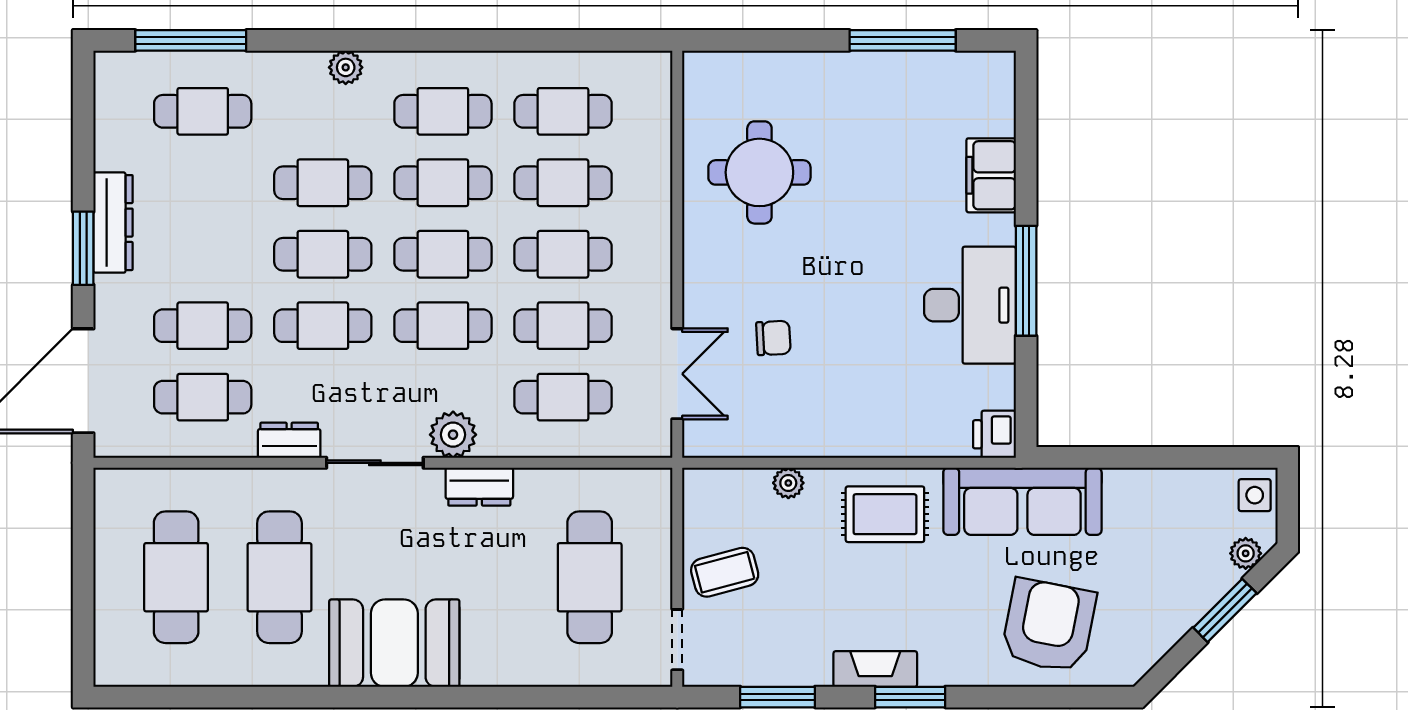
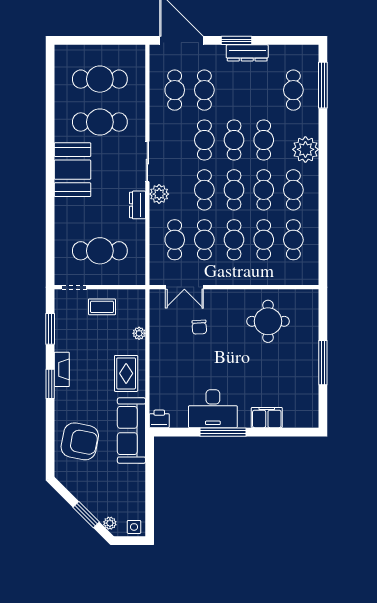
window: (903, 40) -> (323, 363), moved
plant: (346, 67) -> (305, 149), width x1.87, depth x1.87
dresser: (289, 440) -> (157, 126), removed
coffee table: (725, 572) -> (102, 307), turned -75

